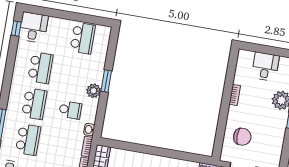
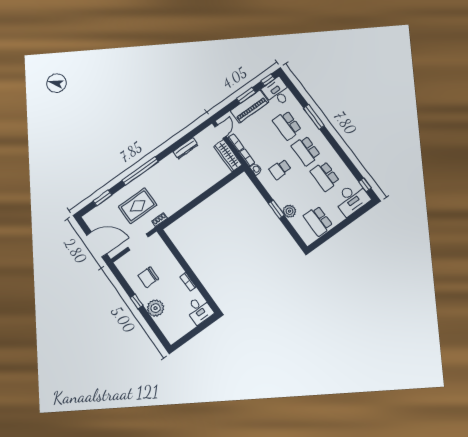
desk: (33, 27) -> (352, 199), width x1.37
desk: (265, 67) -> (199, 310), moved
plant: (94, 91) -> (289, 211), moved
chair: (242, 137) -> (148, 277), moved

